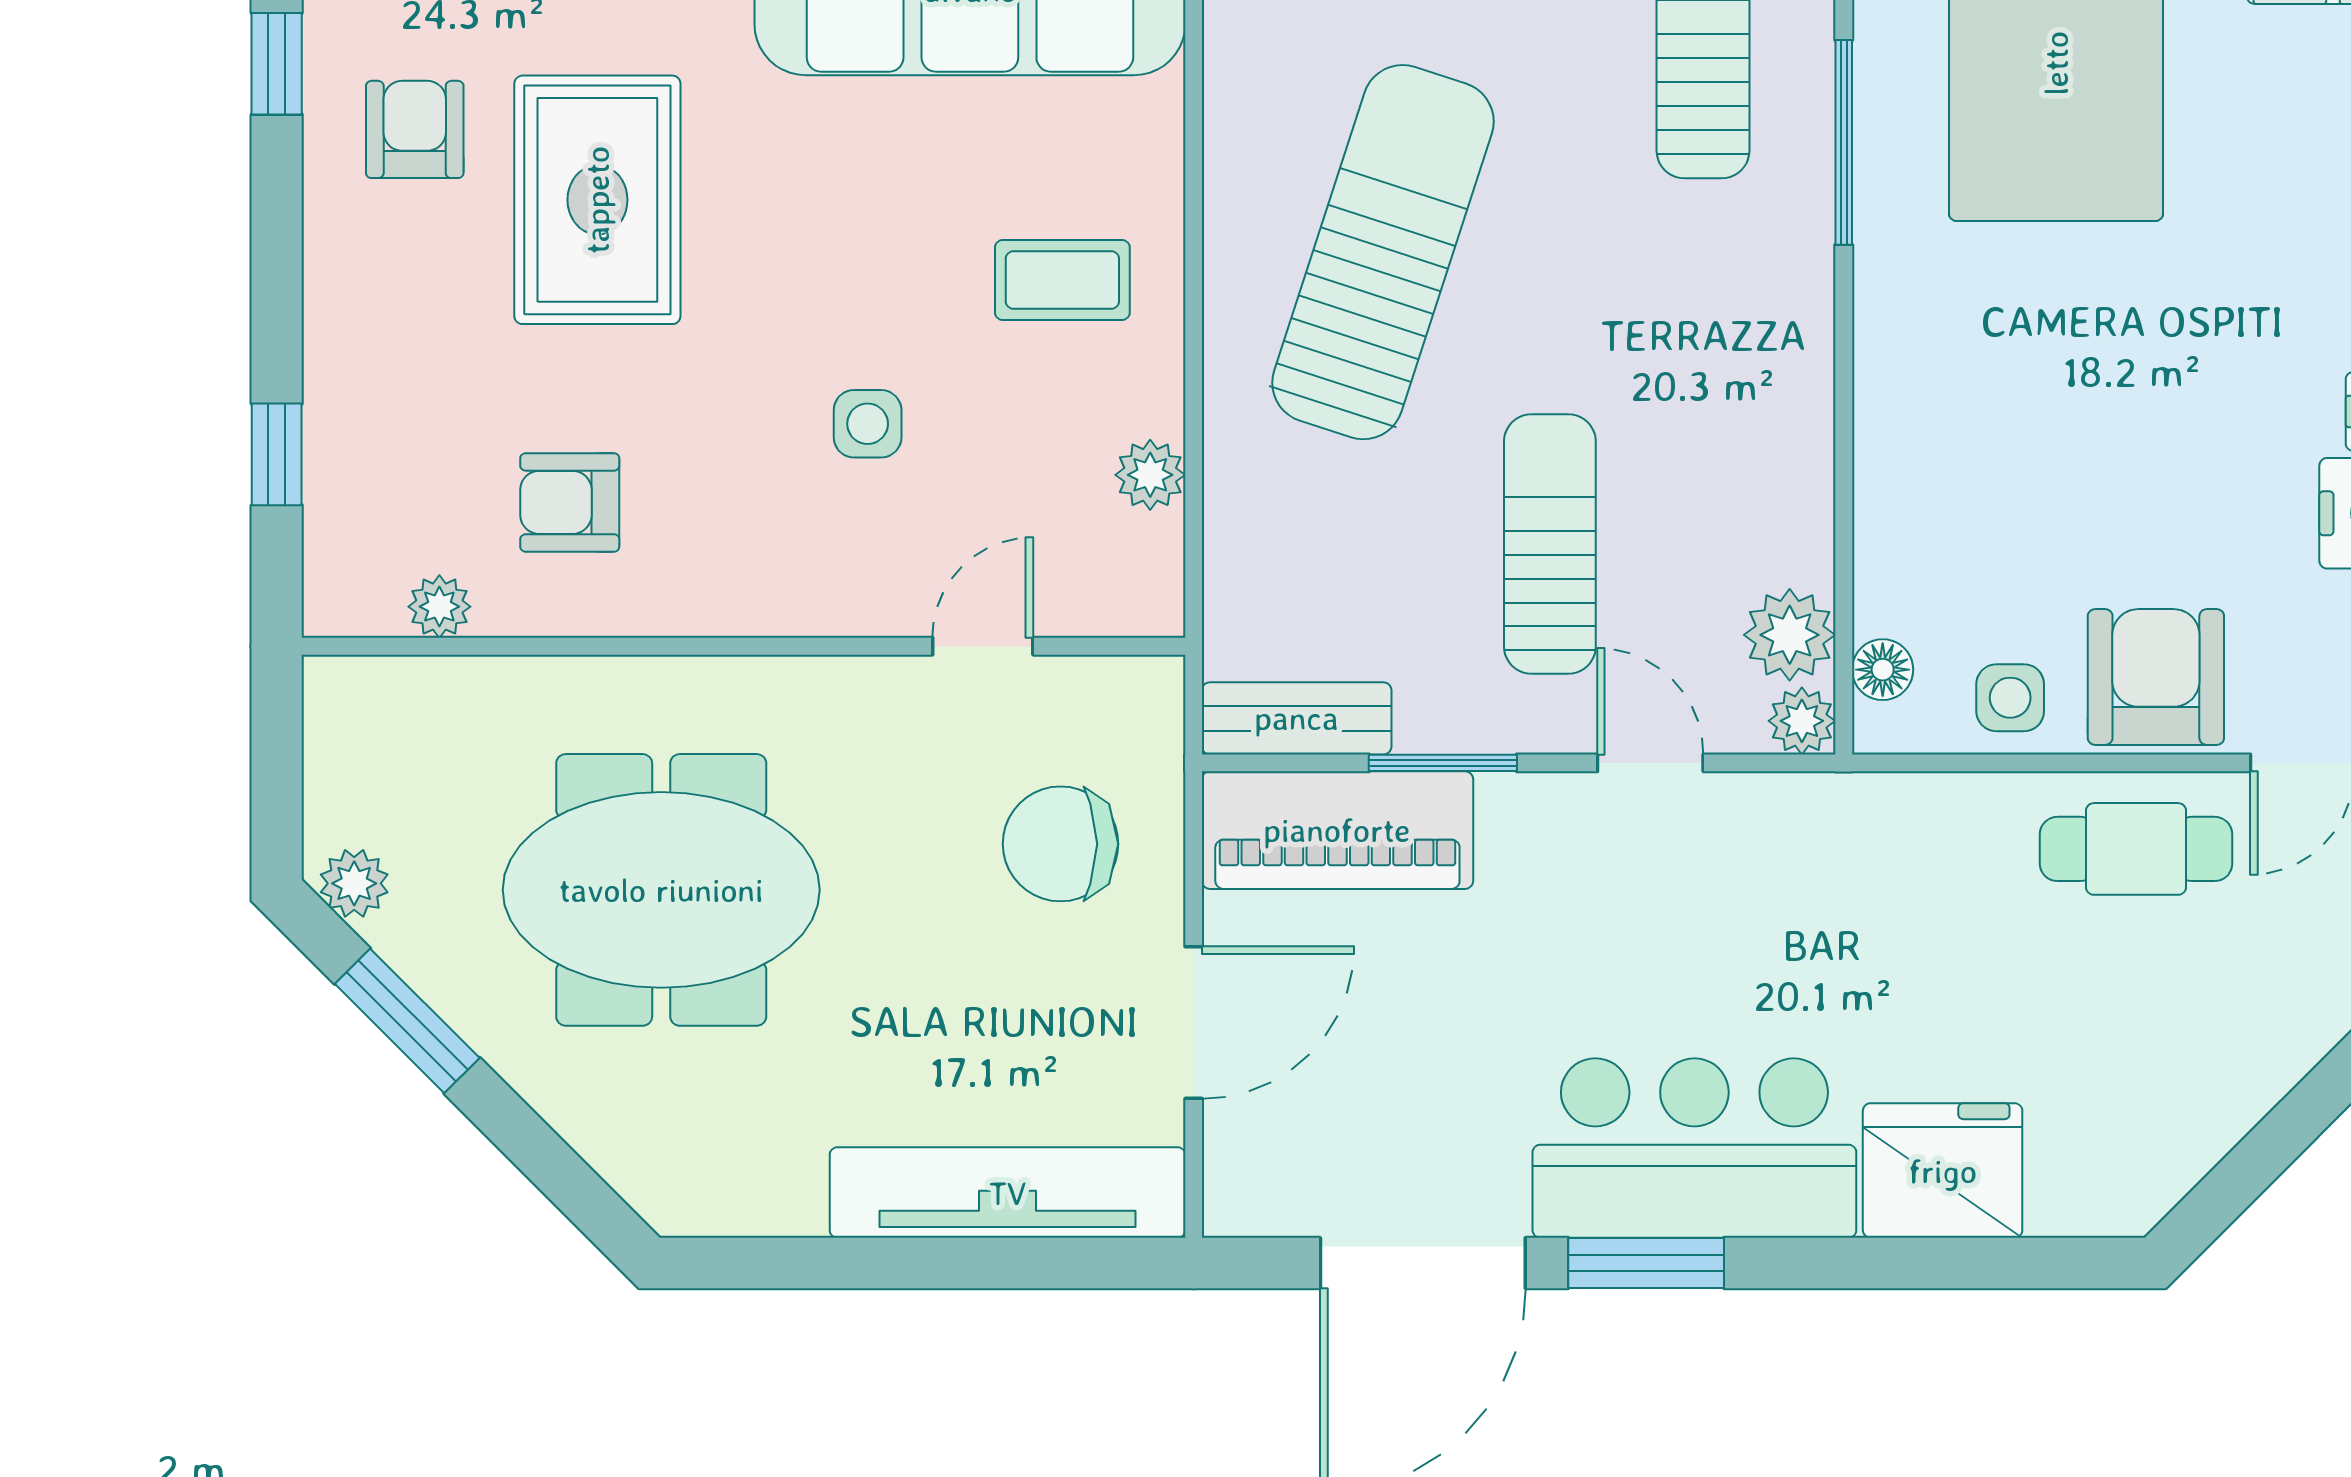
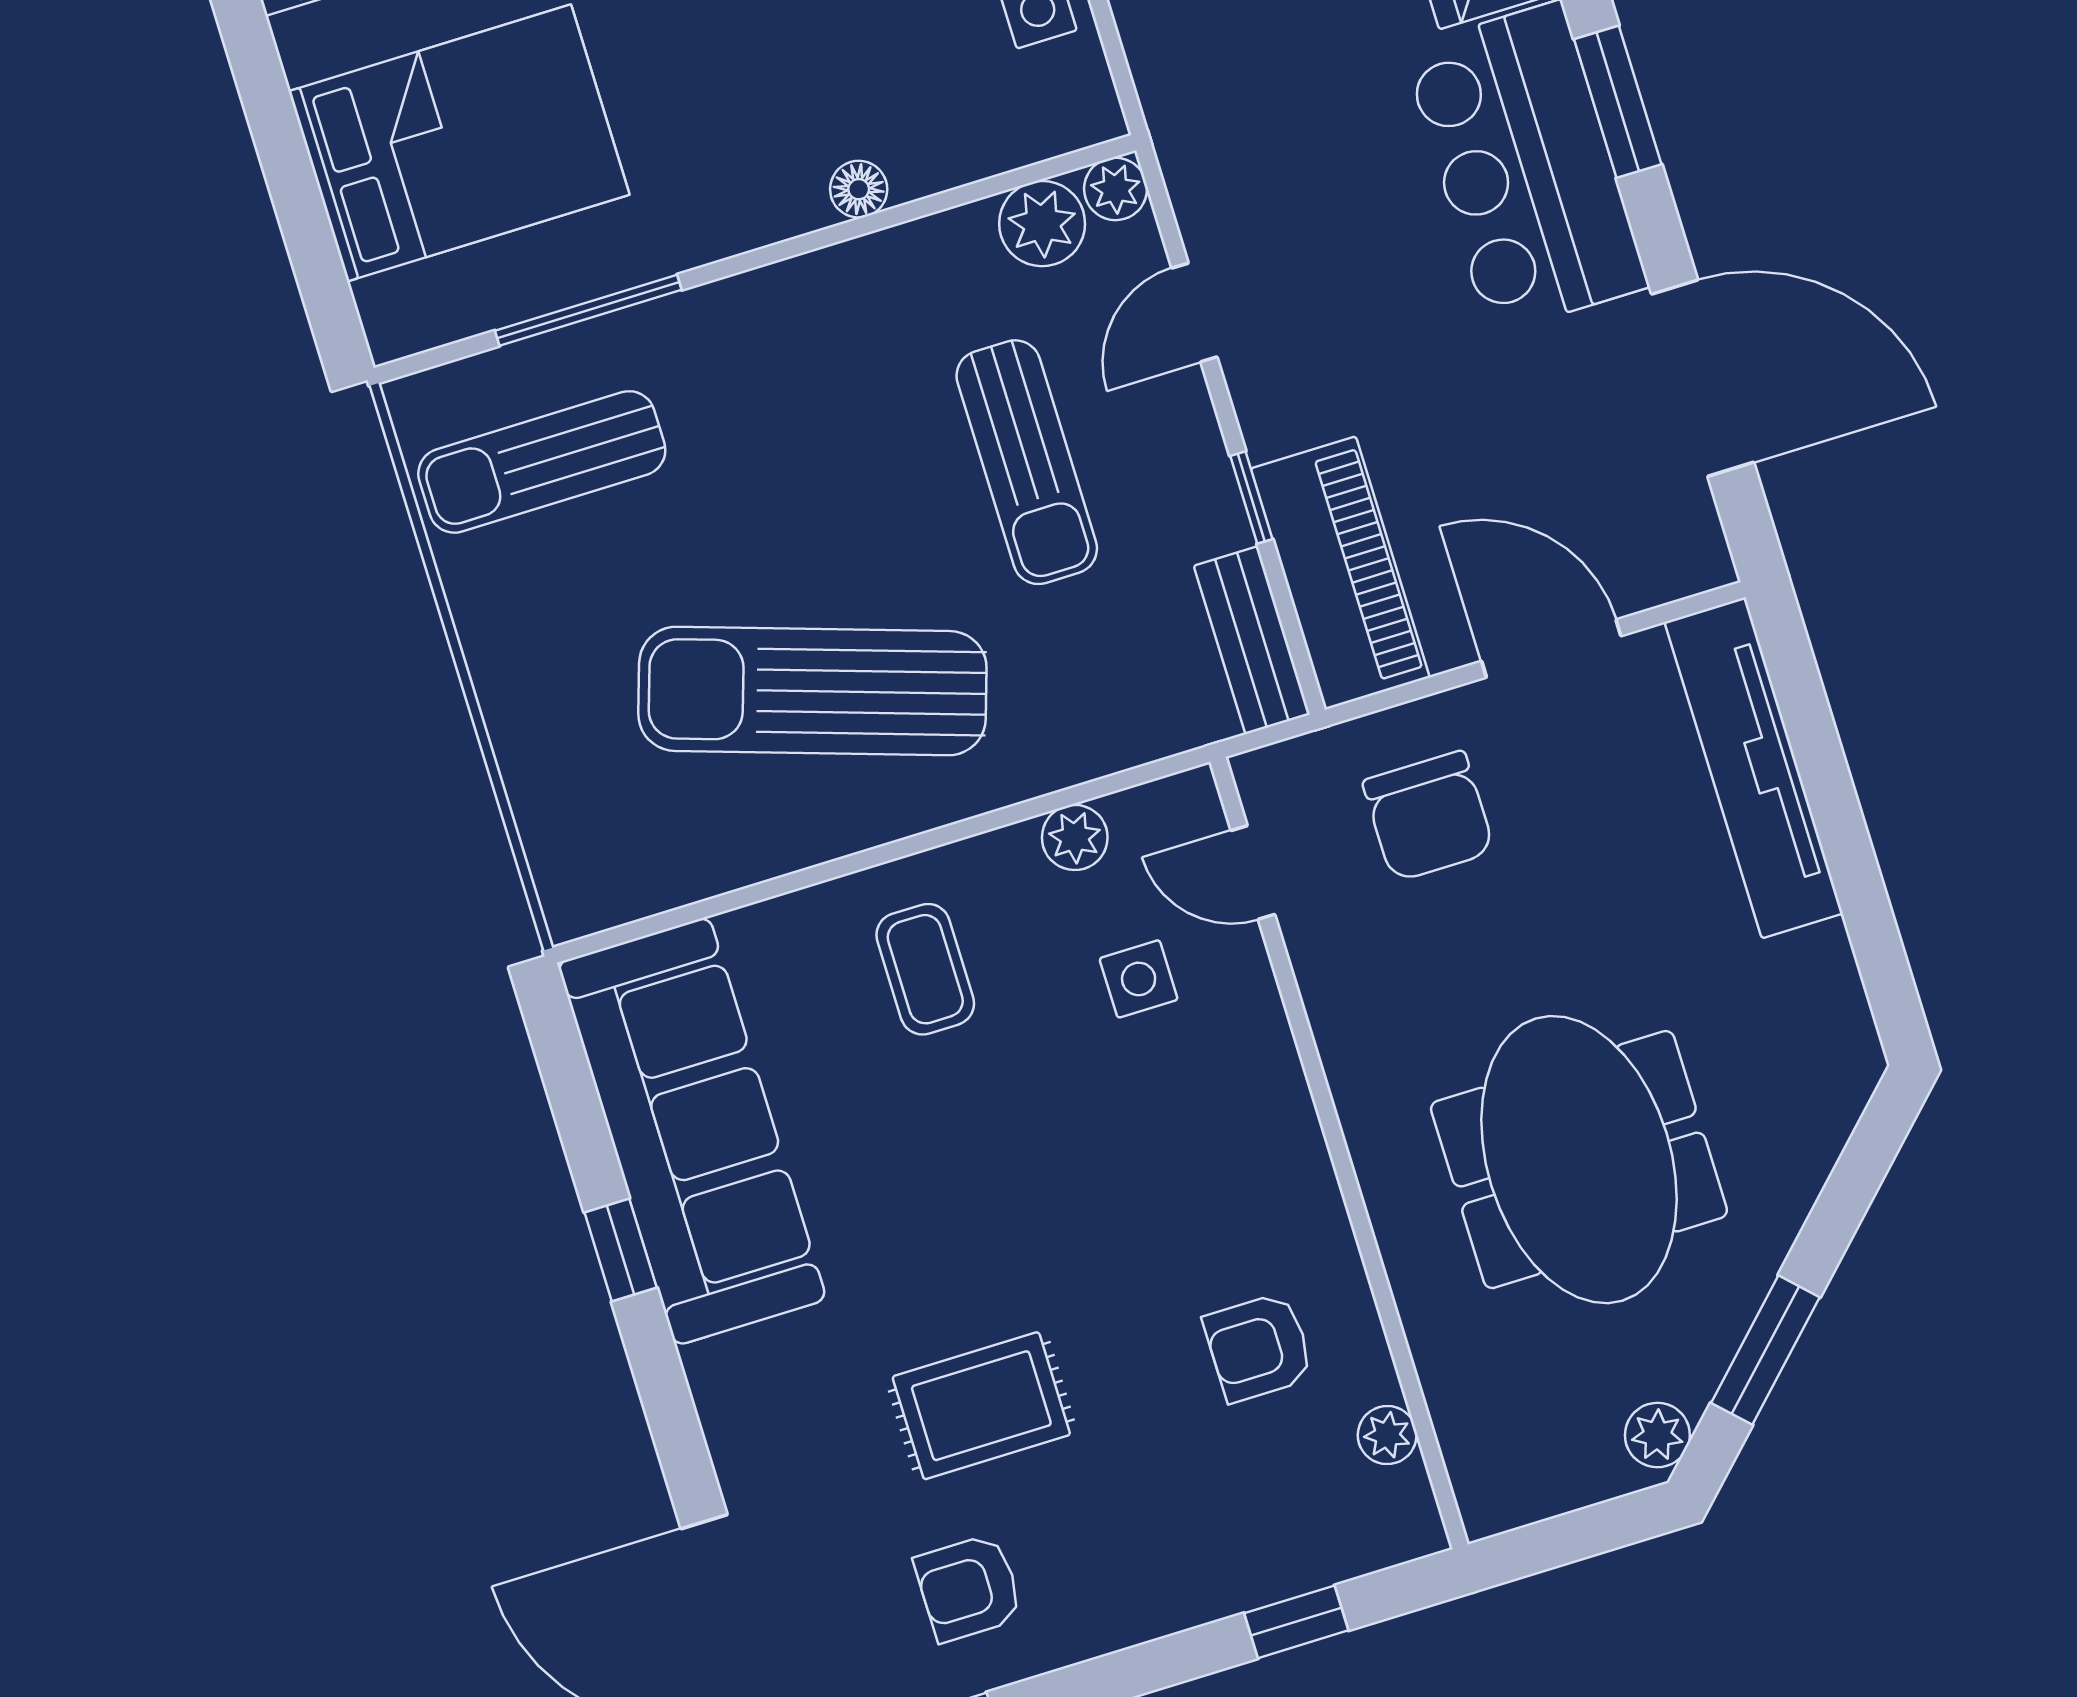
rug: (597, 200) -> (981, 1406), width x0.73, depth x0.70
side table: (868, 424) -> (1139, 979), moved
armchair: (570, 502) -> (1259, 1347), turned 90
sun lounger: (1550, 544) -> (1027, 462), turned -90
door: (983, 646) -> (1253, 872), moved
floor lamp: (1883, 670) -> (859, 189), moved
window: (1443, 763) -> (1251, 498), width x0.67
window: (1646, 1263) -> (1618, 102), moved

